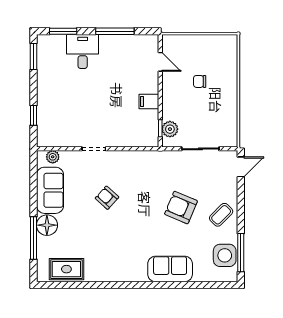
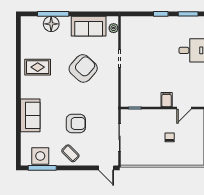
filing cabinet: (149, 102) -> (167, 100), moved
window: (33, 115) -> (161, 14), moved
plant: (170, 129) -> (134, 115), removed
armchair: (107, 198) -> (83, 68), width x1.88, depth x1.88
armchair: (181, 208) -> (76, 123), turned 67
floor lamp: (47, 225) -> (51, 24), moved
rug: (66, 269) -> (38, 67), moved, turned 90

